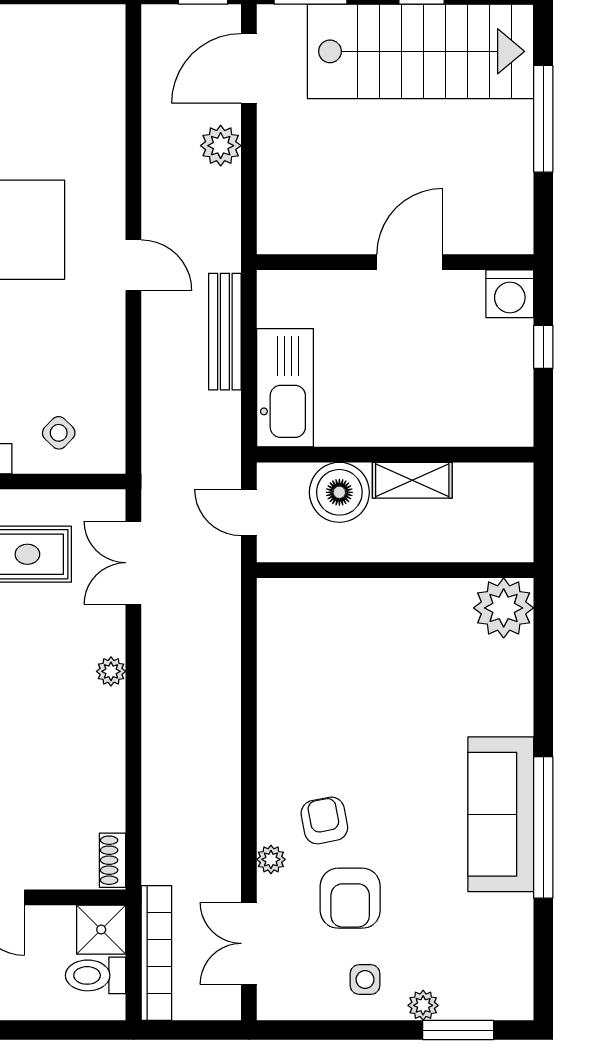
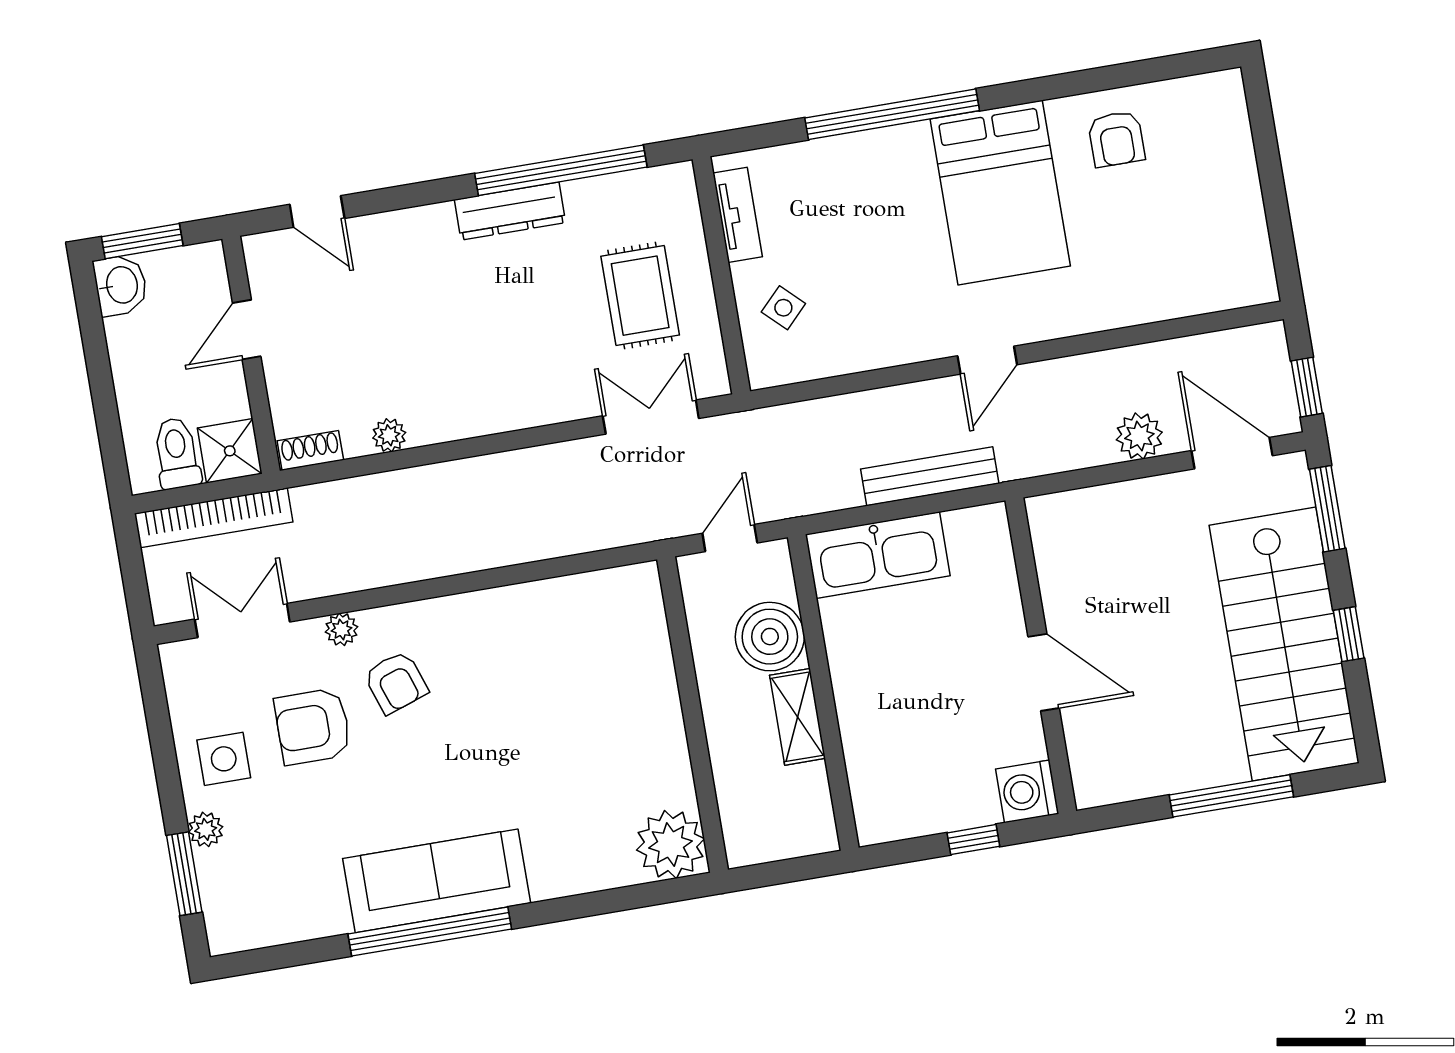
plant: (111, 671) -> (389, 435), moved
armchair: (324, 820) -> (396, 682), turned 82
side table: (365, 979) -> (224, 759), width x1.37, depth x1.37

